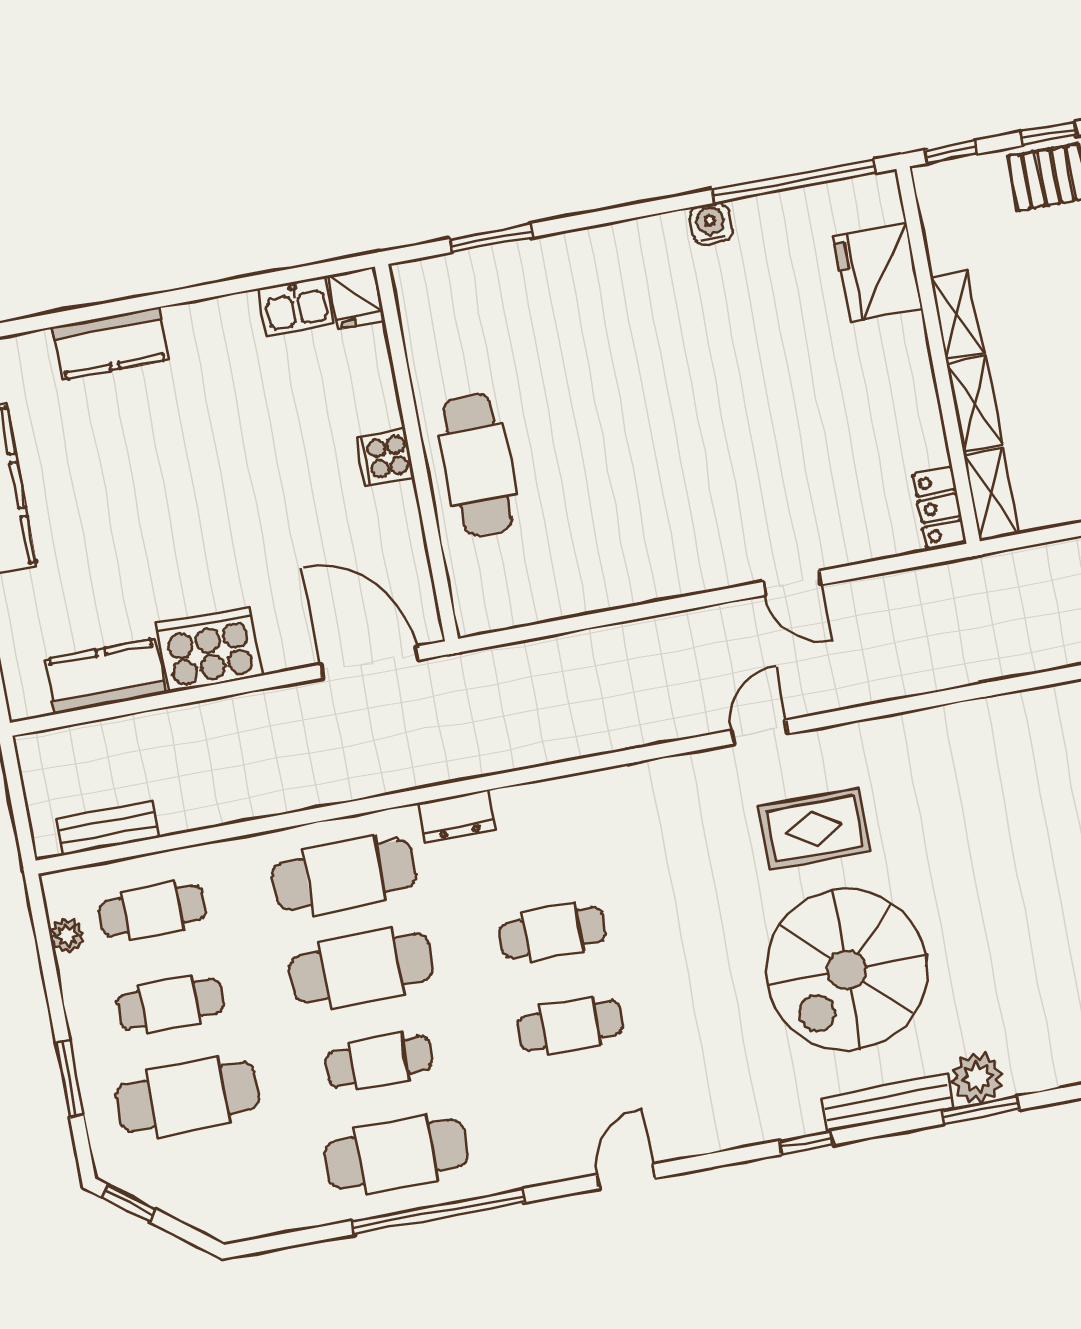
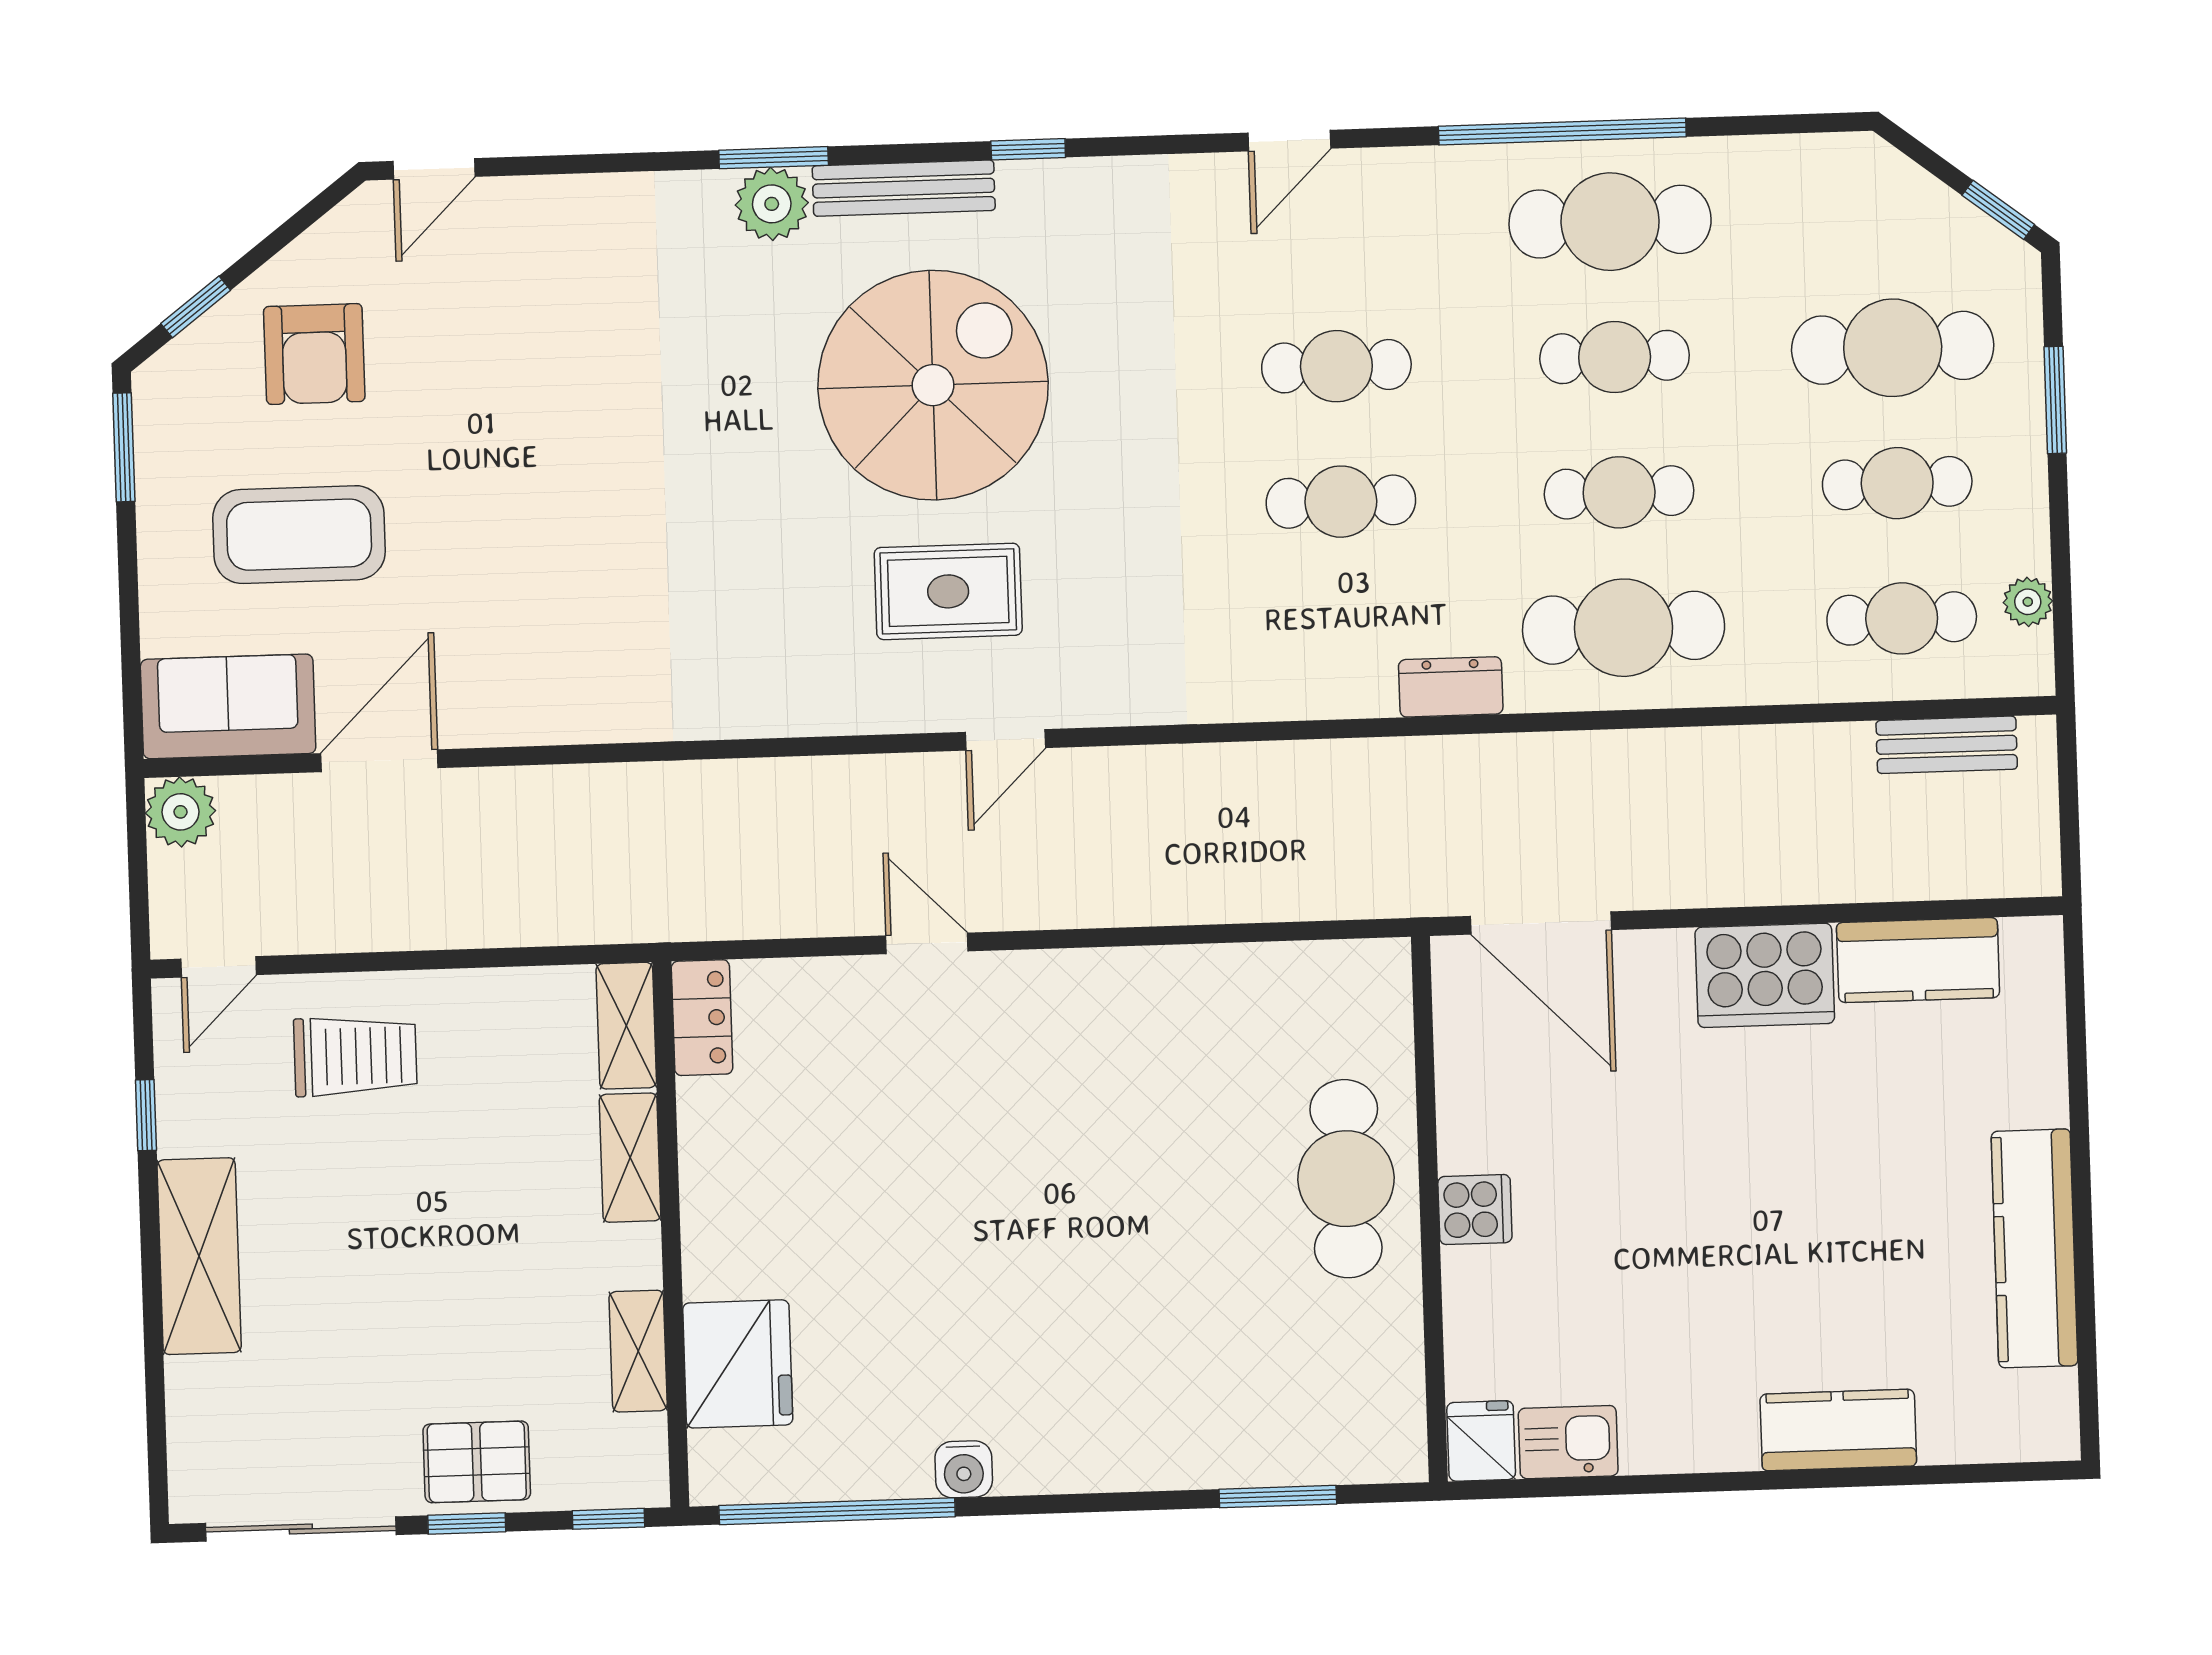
shelving: (957, 315) -> (638, 1351), moved
cafe table: (361, 968) -> (1619, 492), width x0.73, depth x0.74

